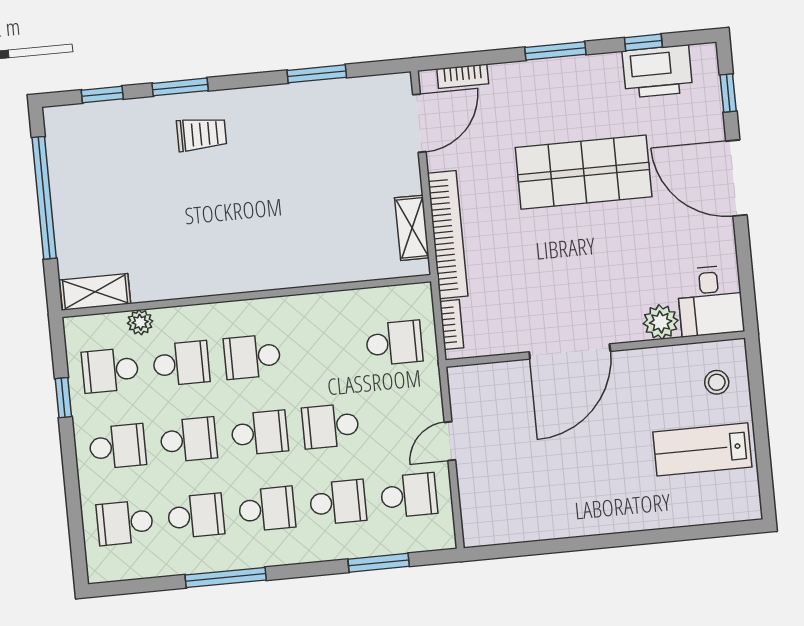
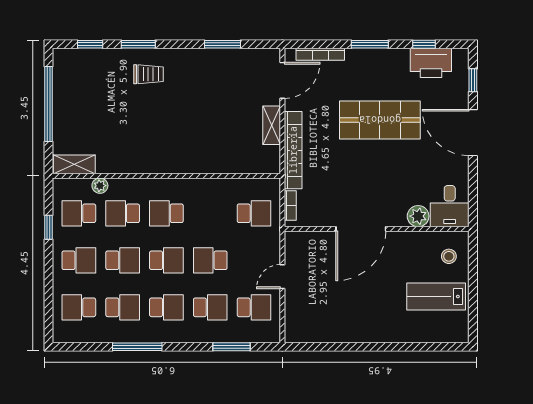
bookcase: (463, 76) -> (320, 54), width x1.56
shelving: (412, 228) -> (272, 125), moved
school desk: (181, 363) -> (123, 213), turned 180

